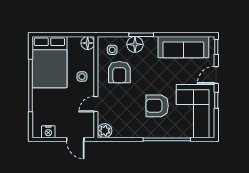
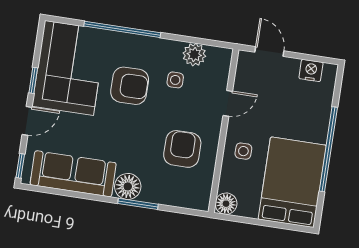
floor lamp: (135, 44) -> (128, 186), moved
side table: (112, 50) -> (175, 80), moved
plant: (105, 131) -> (194, 55), moved

